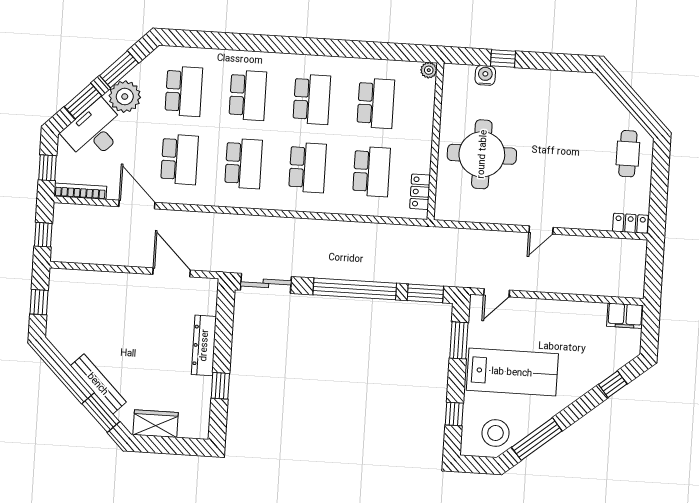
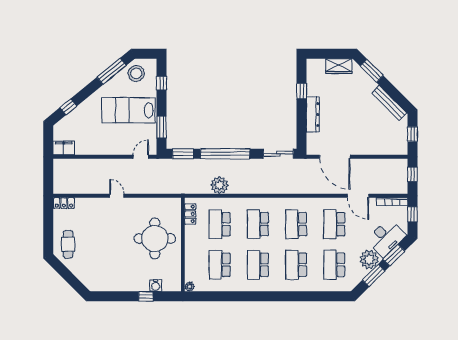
door: (541, 230) -> (117, 196), hinge flipped
plant: (368, 237) -> (219, 185), added
door: (172, 272) -> (335, 157), width x1.36
bench: (98, 384) -> (389, 103), moved

